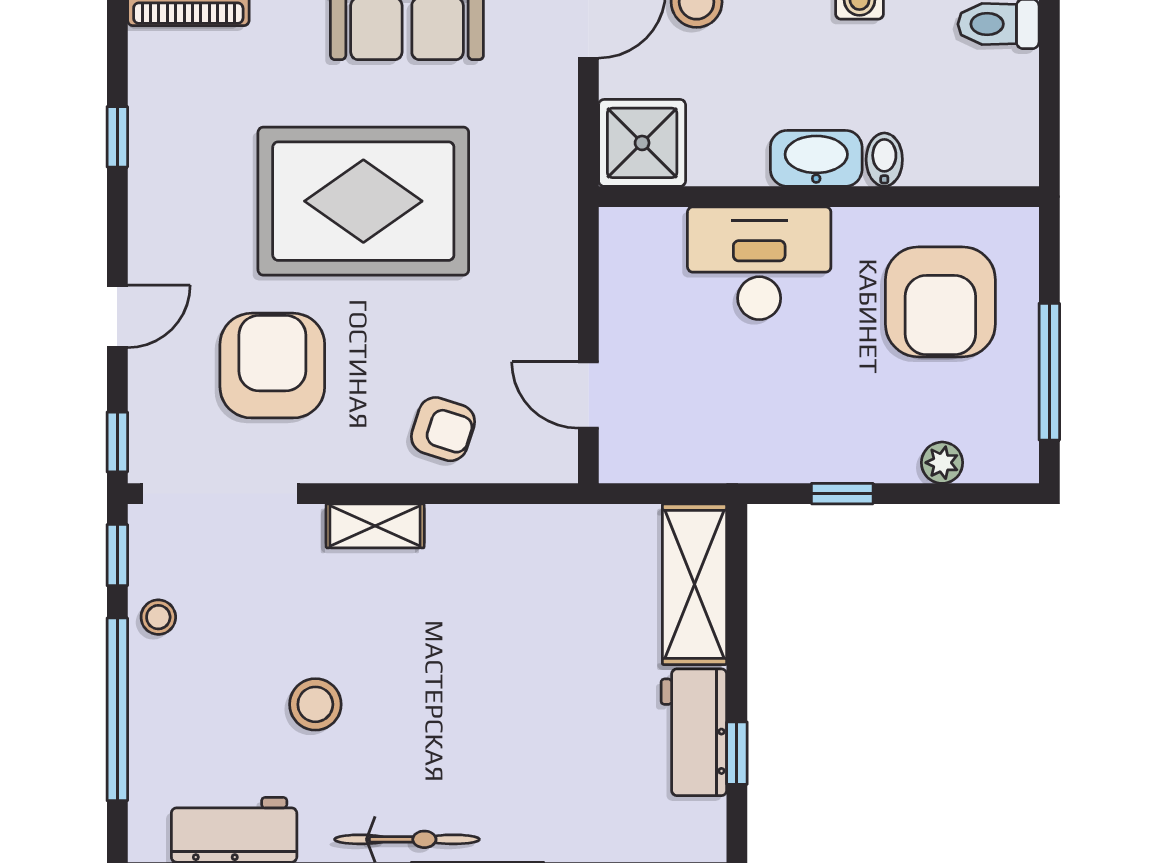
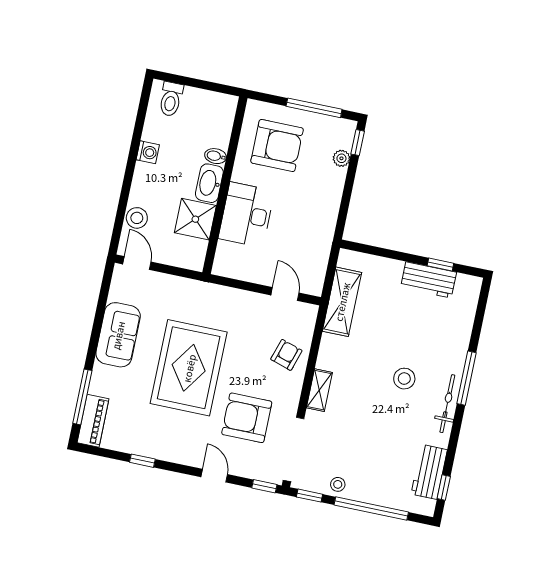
shower: (642, 143) -> (195, 219), moved
door: (588, 395) -> (285, 294), swing flipped
window: (842, 494) -> (358, 143), moved
shelving: (694, 584) -> (342, 302), moved, turned 90
stool: (315, 704) -> (404, 379), moved

